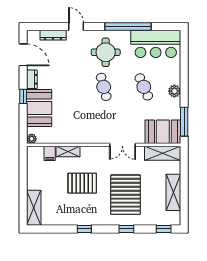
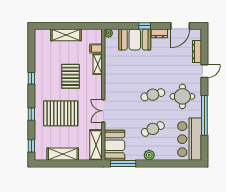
shelving: (34, 208) -> (66, 35), moved

